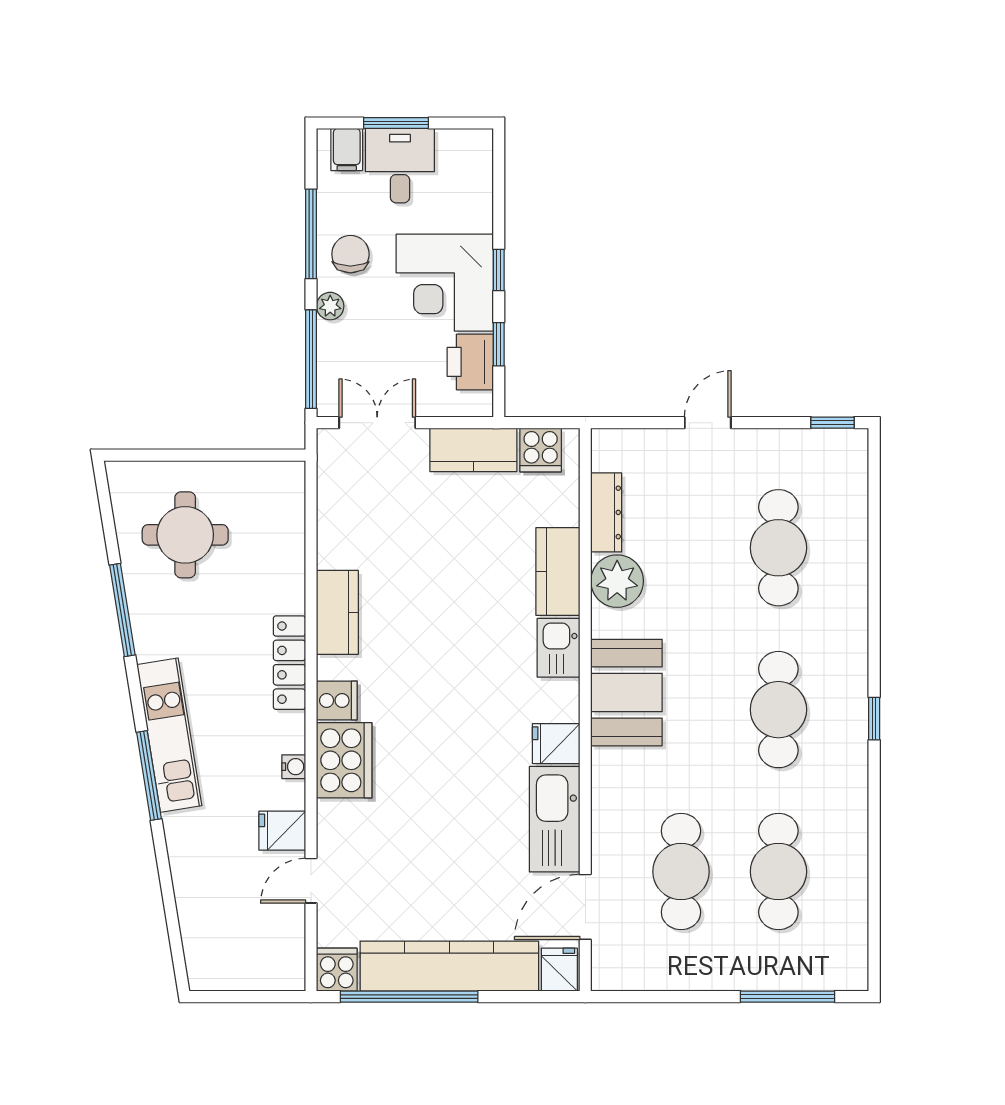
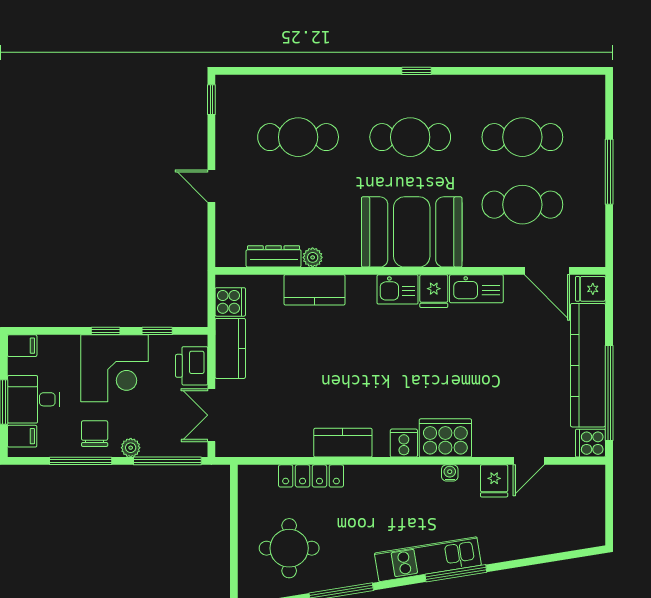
filing cabinet: (477, 150) -> (22, 346), added
chair: (350, 254) -> (95, 434), turned 90
printer: (470, 362) -> (192, 366), moved, turned 90
plant: (617, 581) -> (313, 257), width x0.53, depth x0.53
kitchen sink: (559, 648) -> (398, 289), moved
locker: (289, 663) -> (311, 476), moved
booth: (626, 693) -> (412, 232), width x1.36, depth x1.42
kitchen sink: (555, 819) -> (476, 289), width x0.73, depth x0.81
door: (311, 881) -> (529, 461), hinge flipped
window: (788, 997) -> (609, 172), moved

